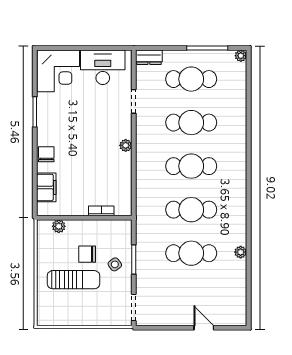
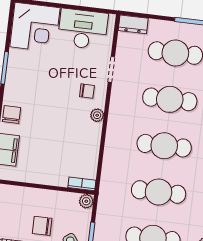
chair: (114, 124) -> (87, 91), added
bookcase: (101, 211) -> (82, 184), moved
plant: (59, 226) -> (86, 201), moved

